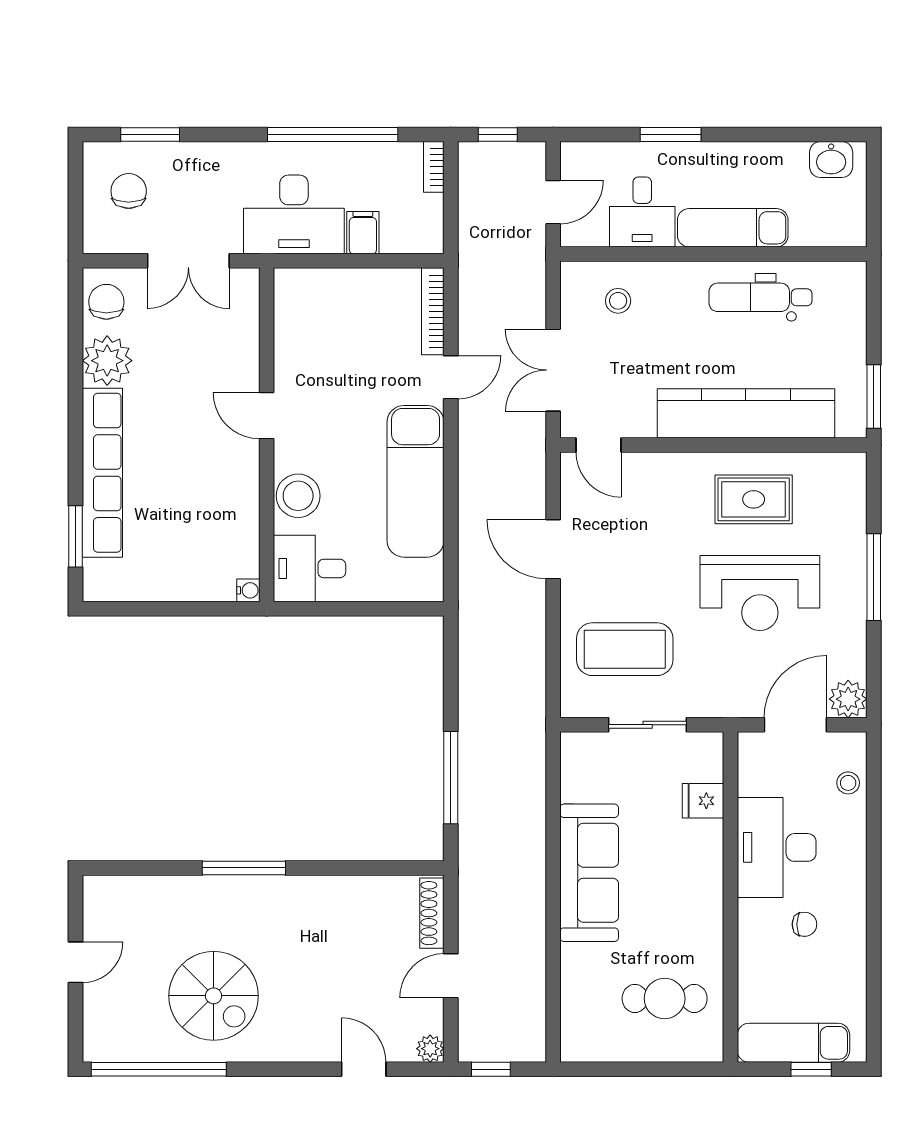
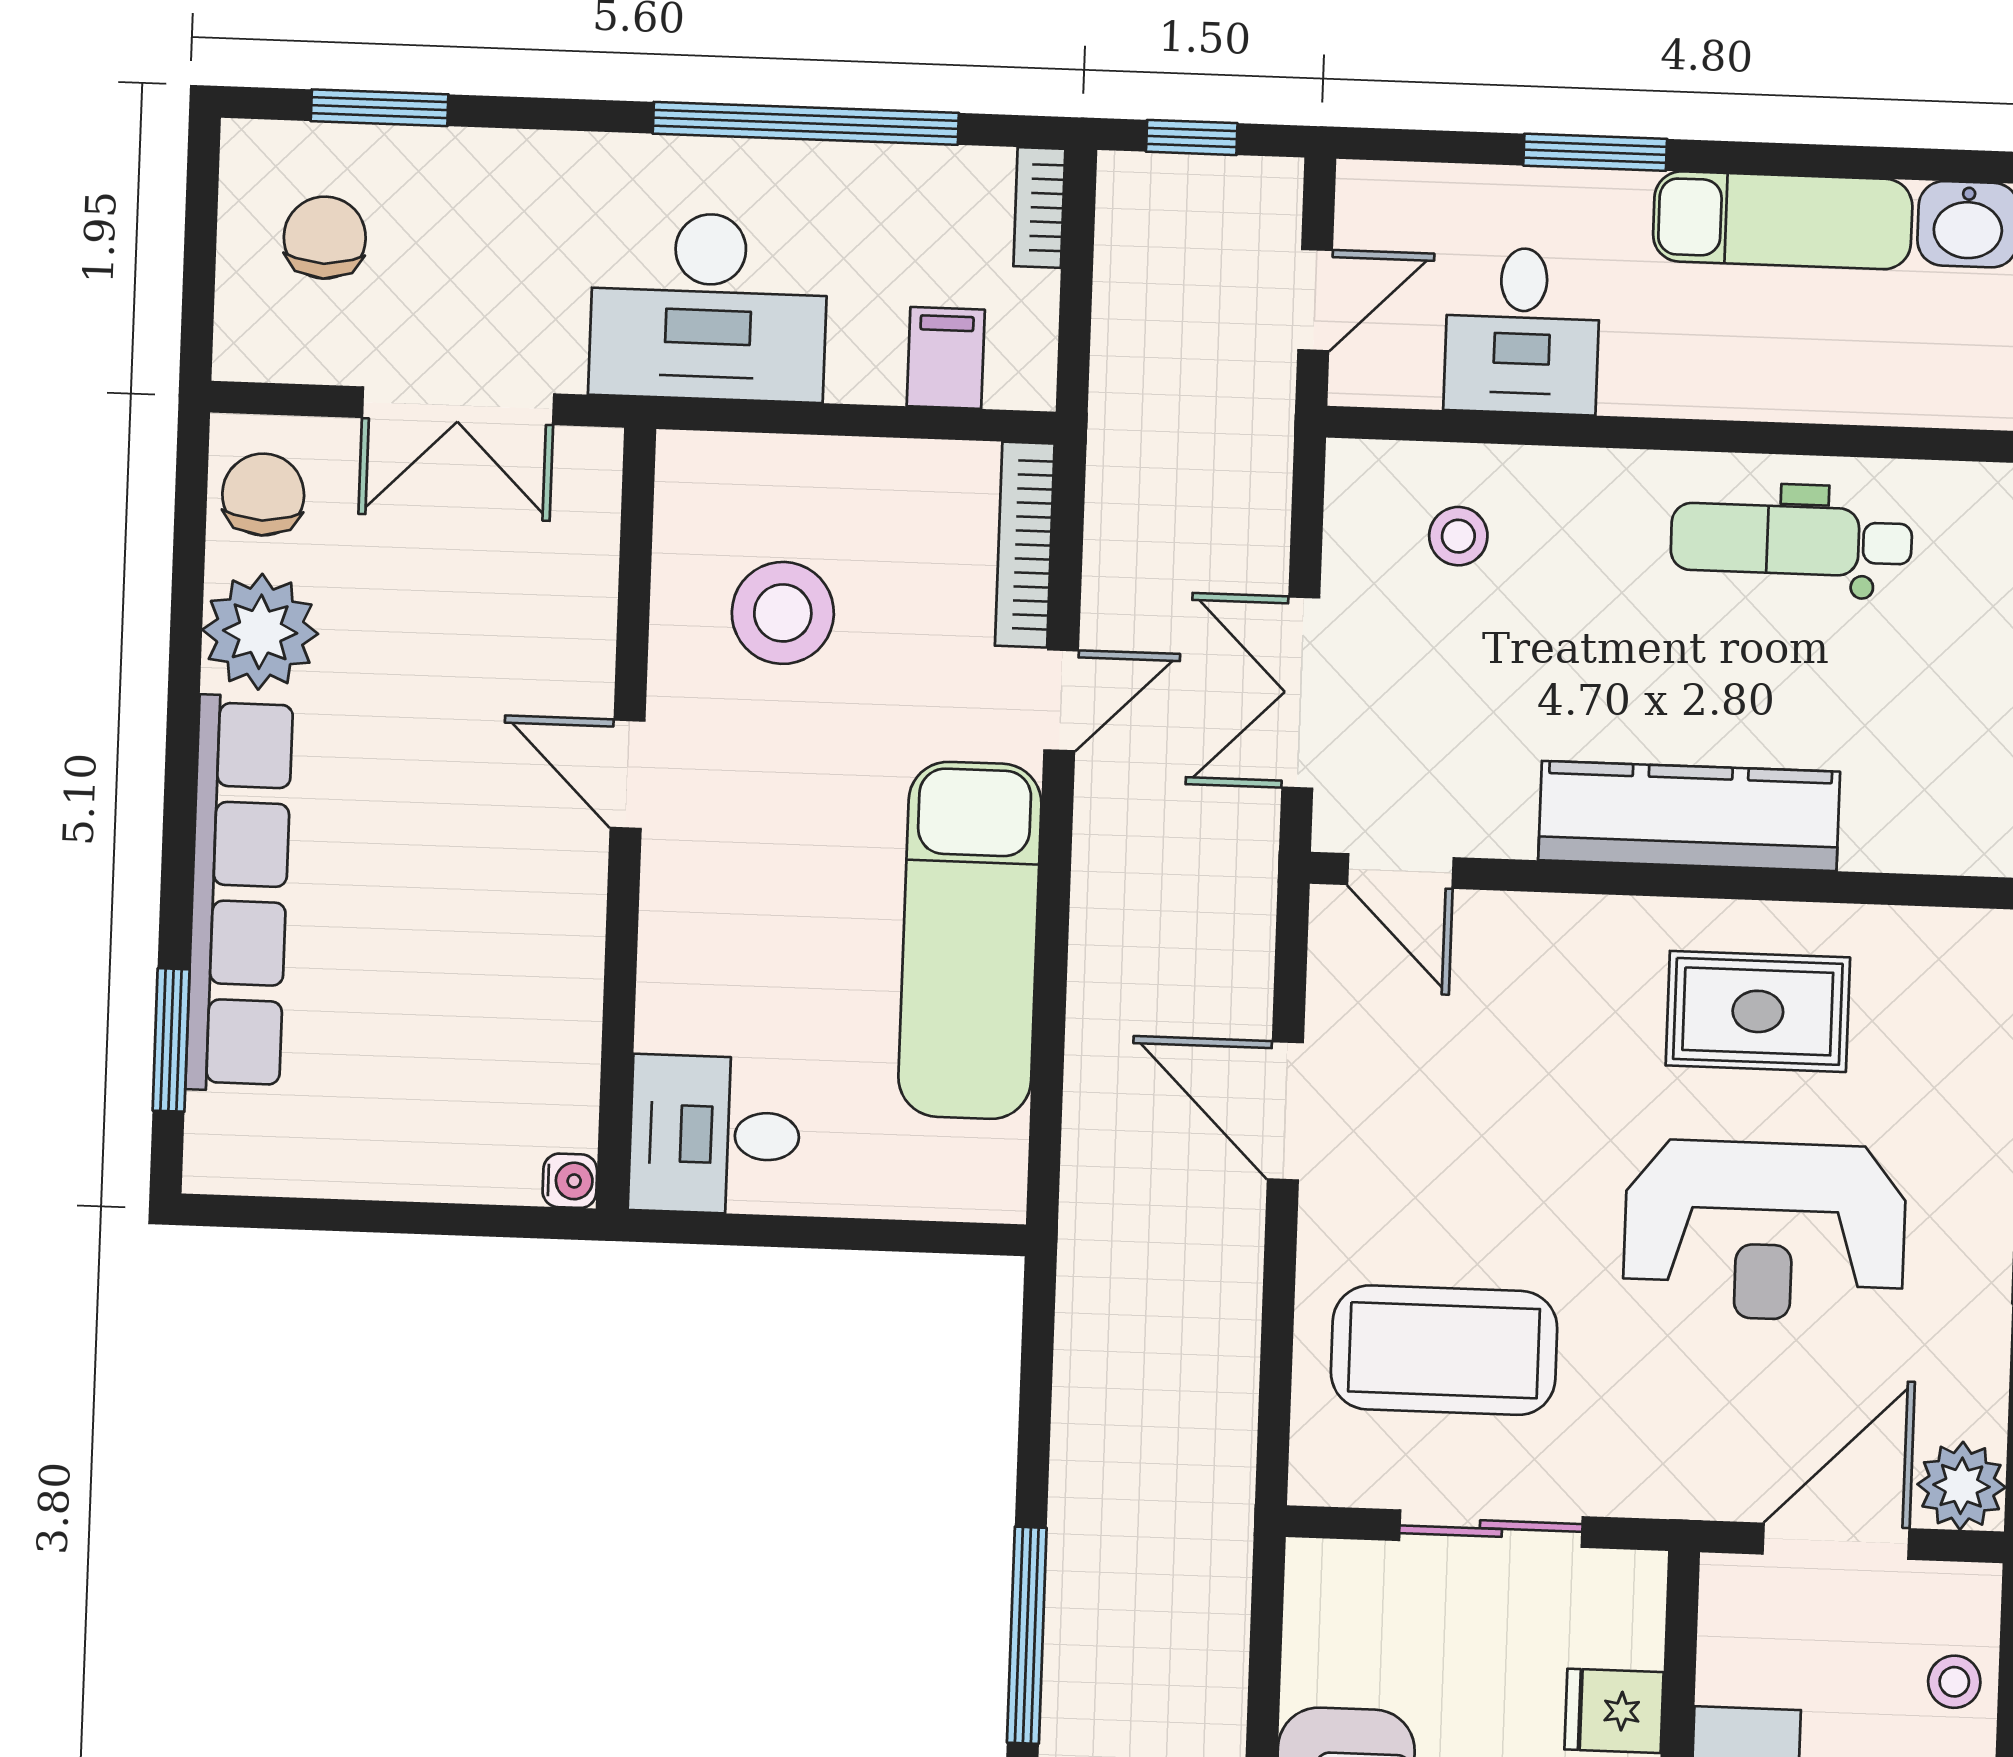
exam couch: (733, 228) -> (1783, 220), moved, turned 180
filing cabinet: (363, 233) -> (946, 358), moved
kitchen counter: (746, 413) -> (1689, 816), width x0.72, depth x0.86
stool: (298, 496) -> (783, 613), moved

